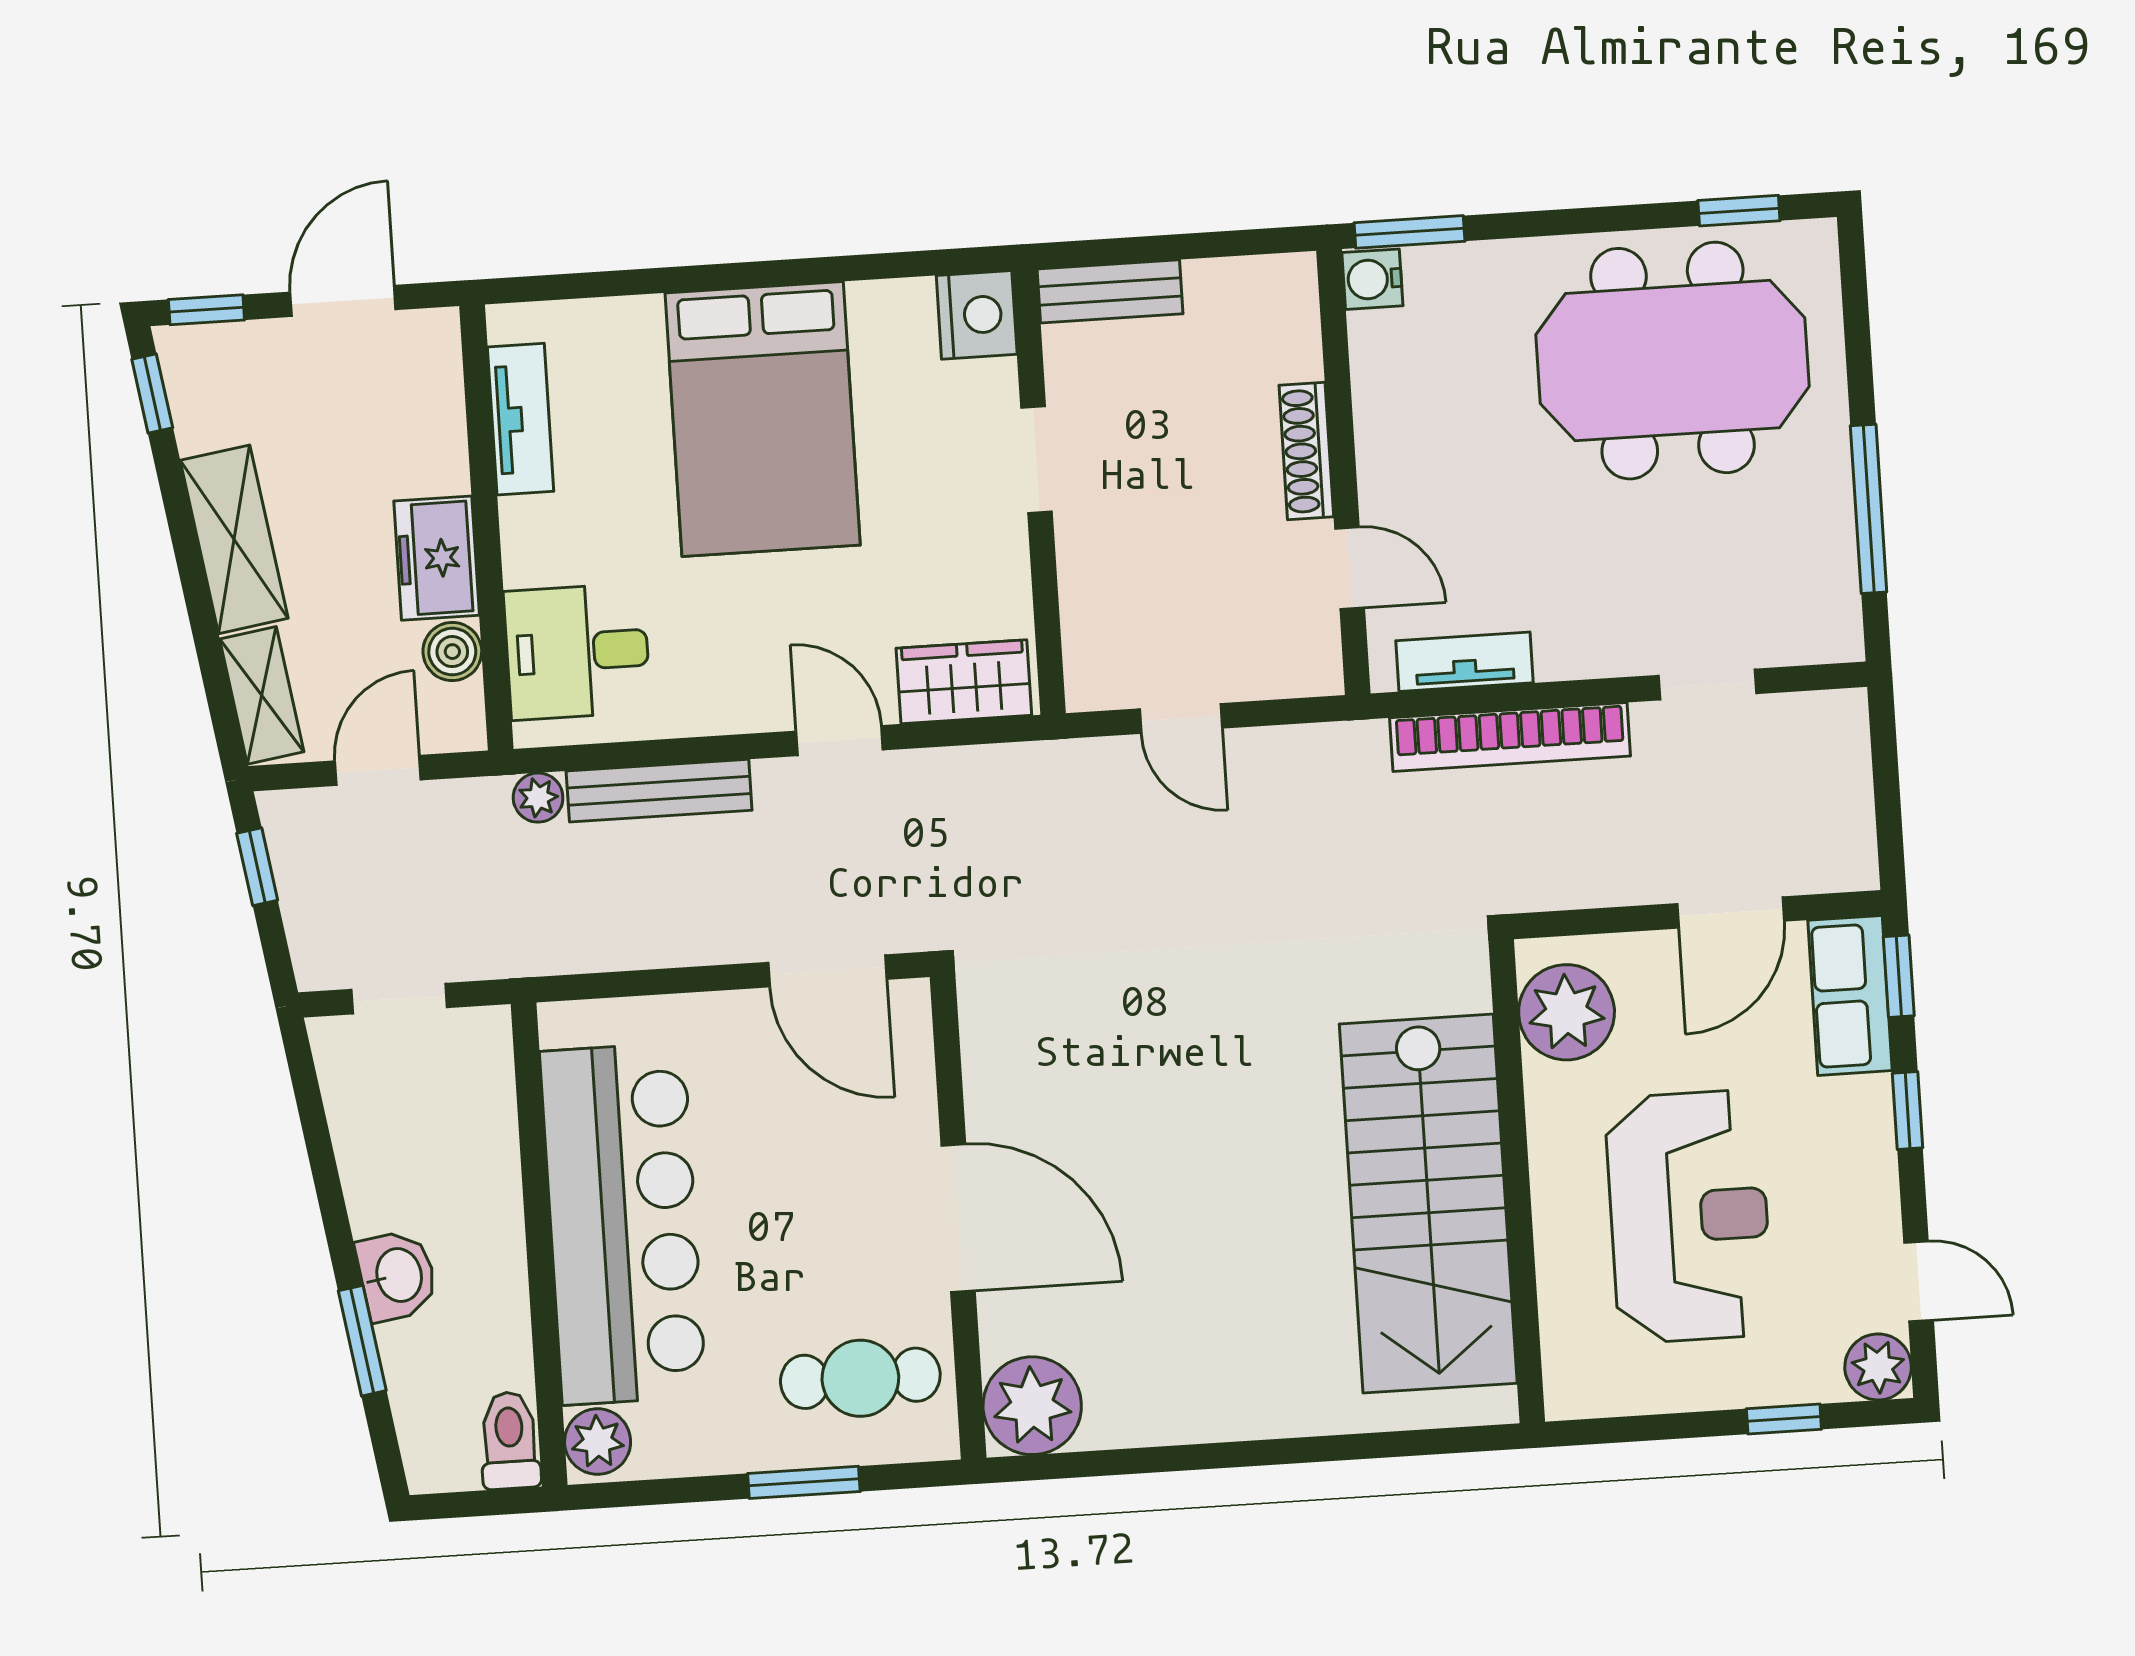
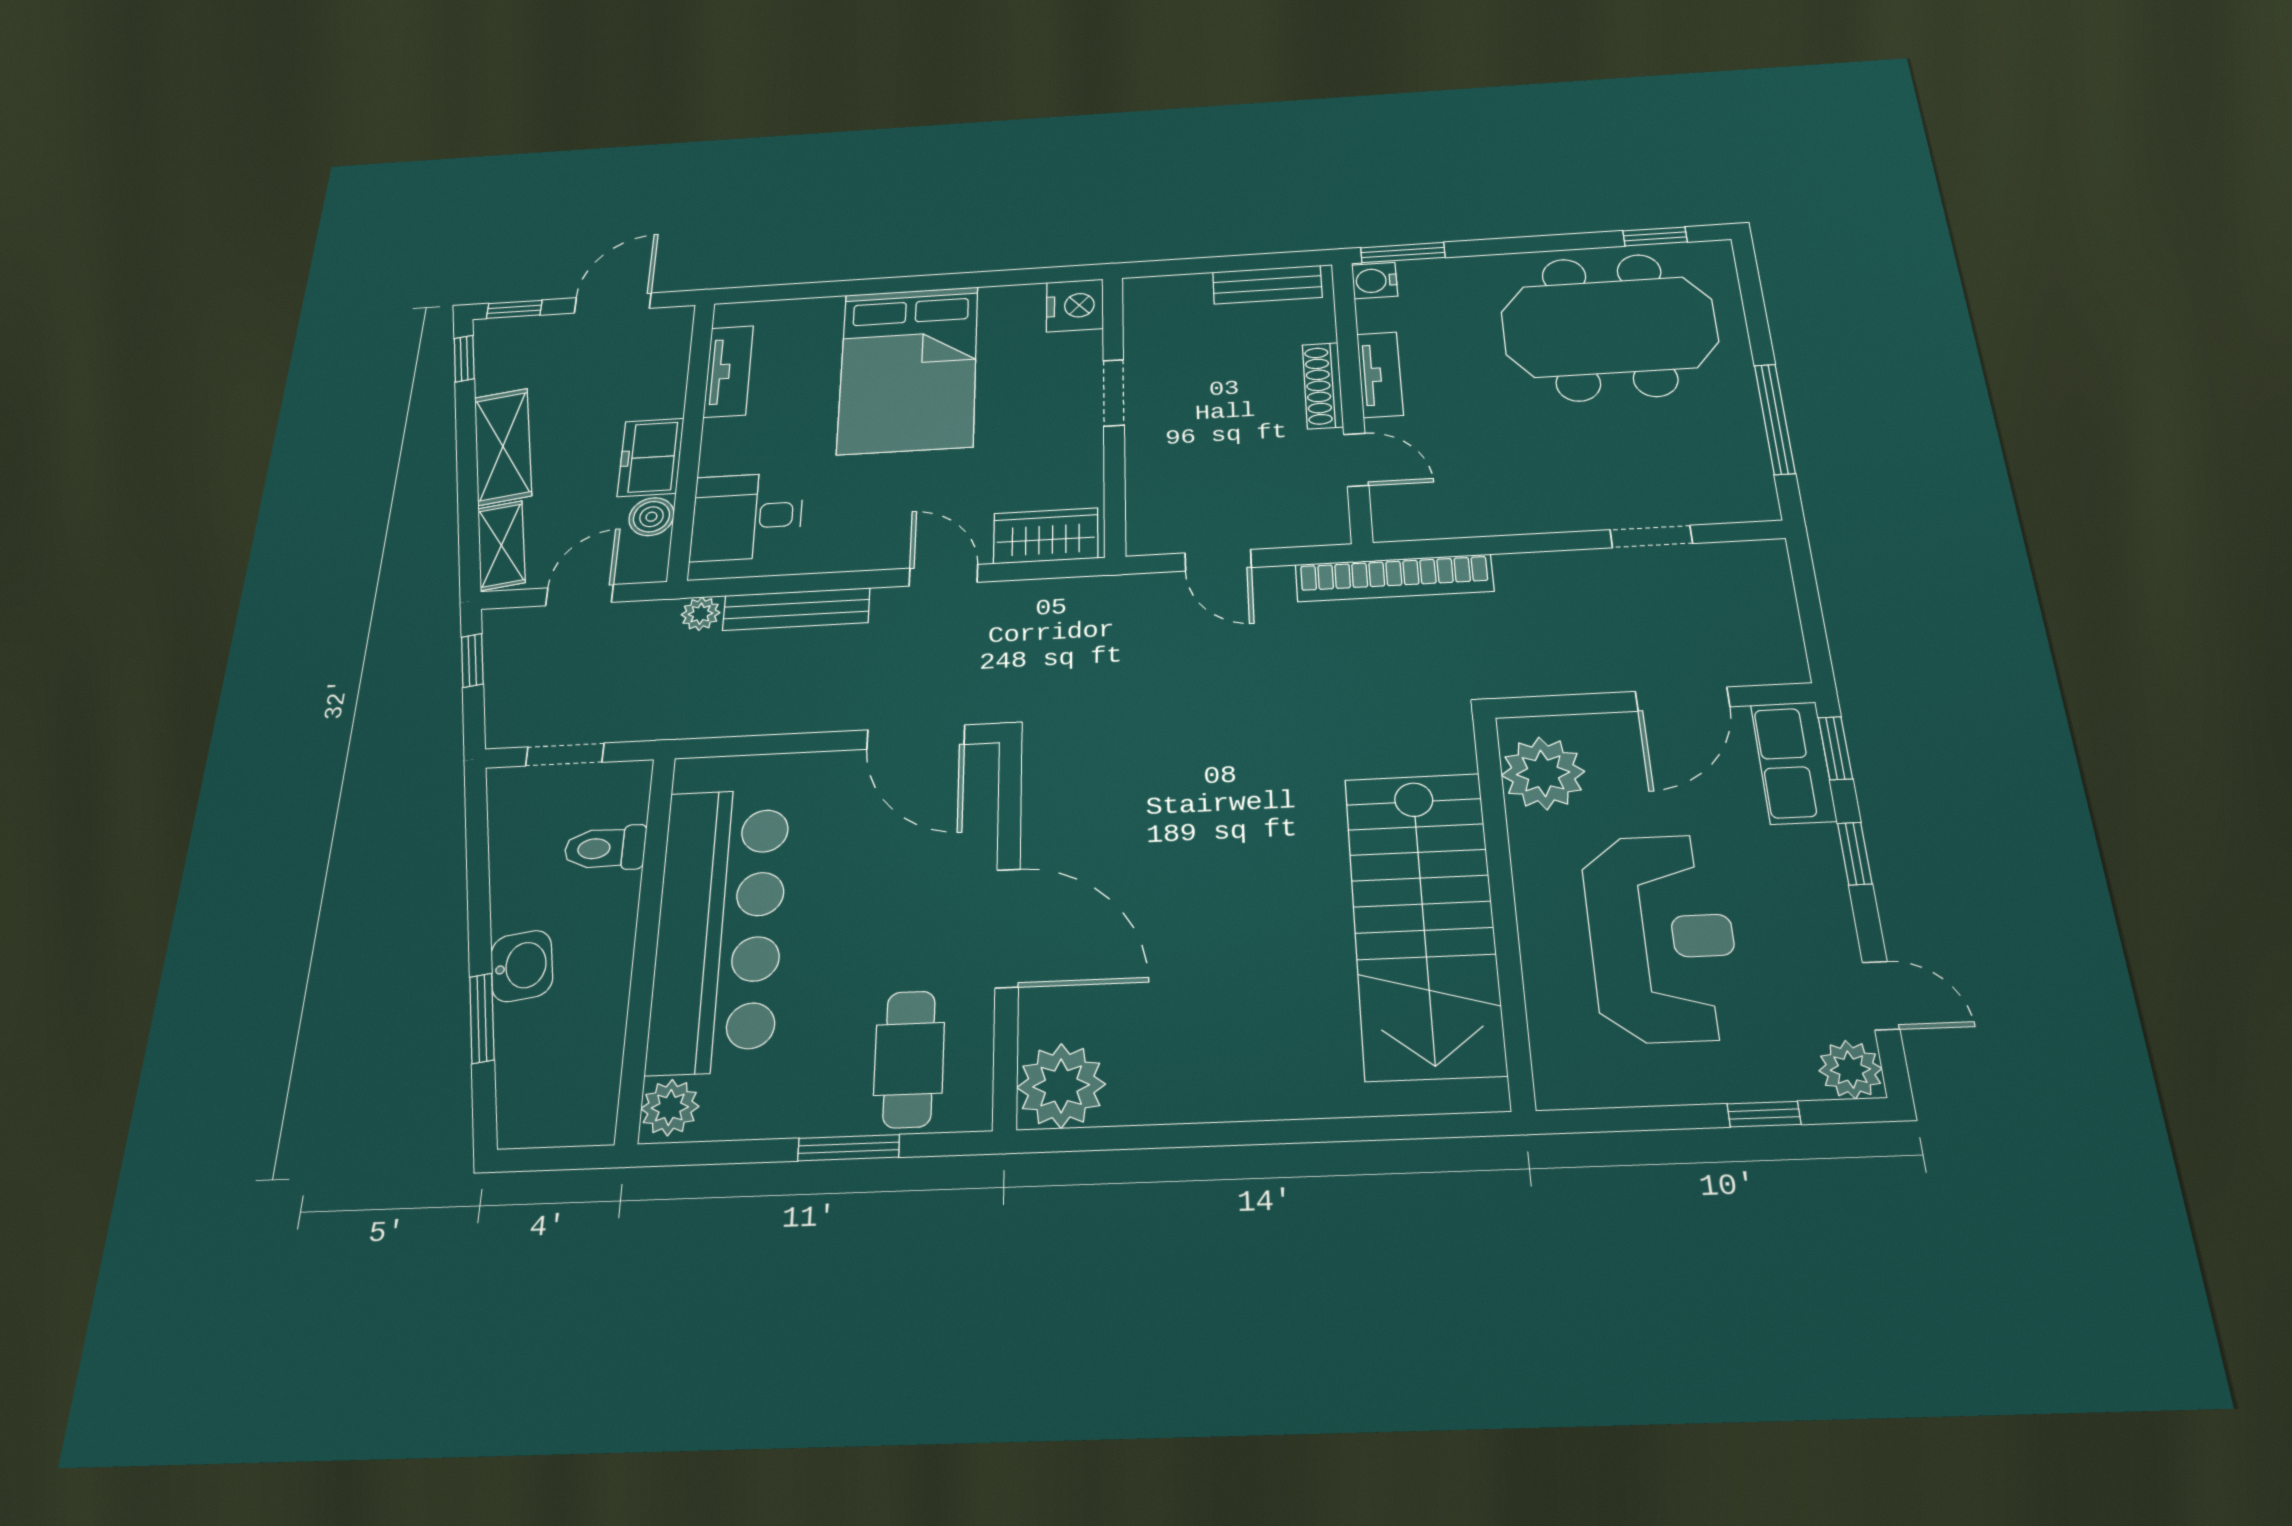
bench: (1110, 291) -> (1267, 285), moved
tv unit: (1464, 662) -> (1380, 375), moved, turned 90
bookcase: (1510, 737) -> (1394, 578), moved
cafe table: (860, 1378) -> (909, 1059), turned 90
toilet: (510, 1440) -> (605, 848), moved, turned -90

